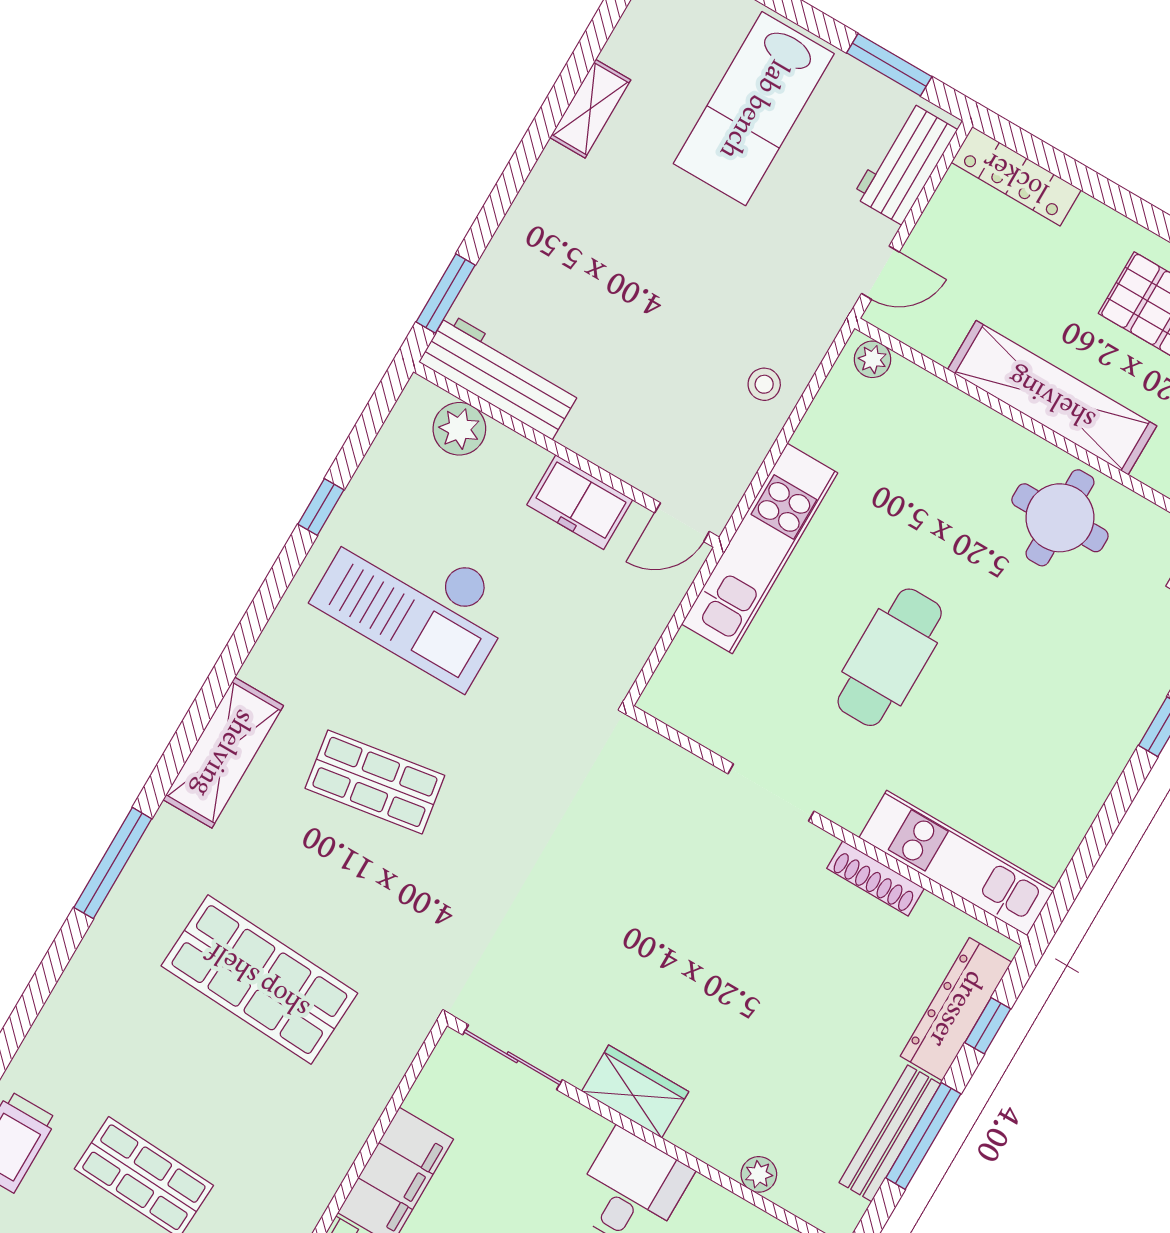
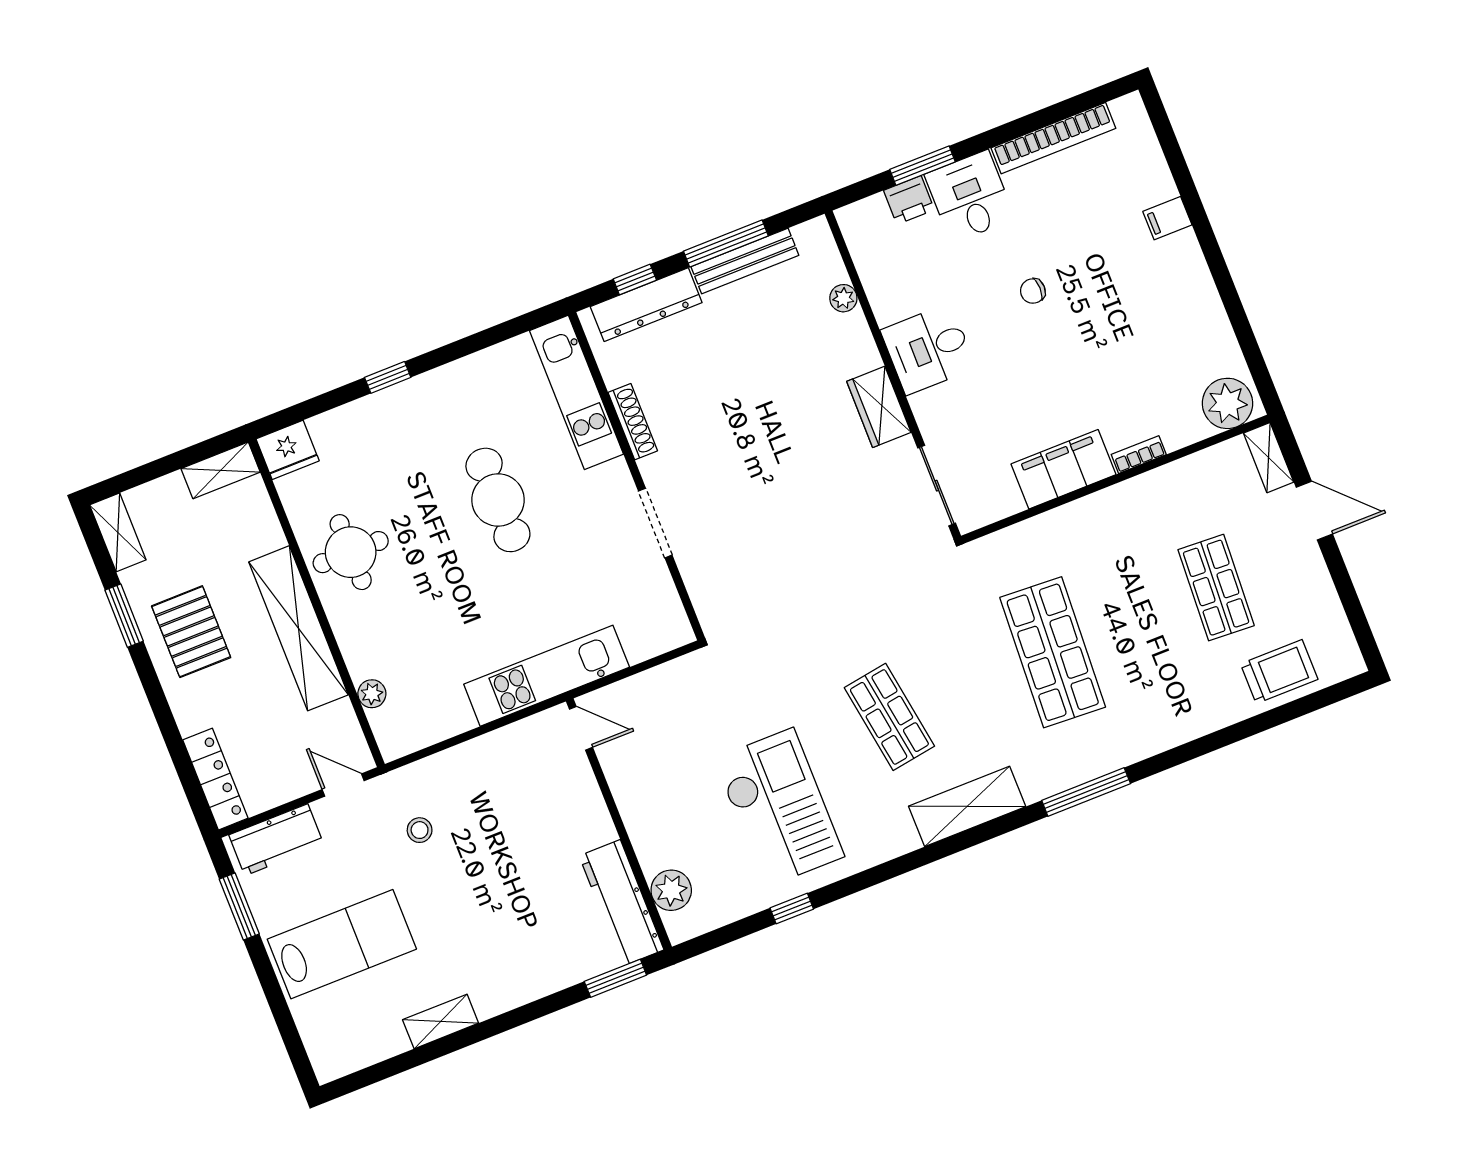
plant: (873, 359) -> (372, 694), moved
stool: (764, 384) -> (420, 830), moved
freezer: (580, 502) -> (633, 789), removed
cafe table: (890, 657) -> (498, 500), moved, turned 90

